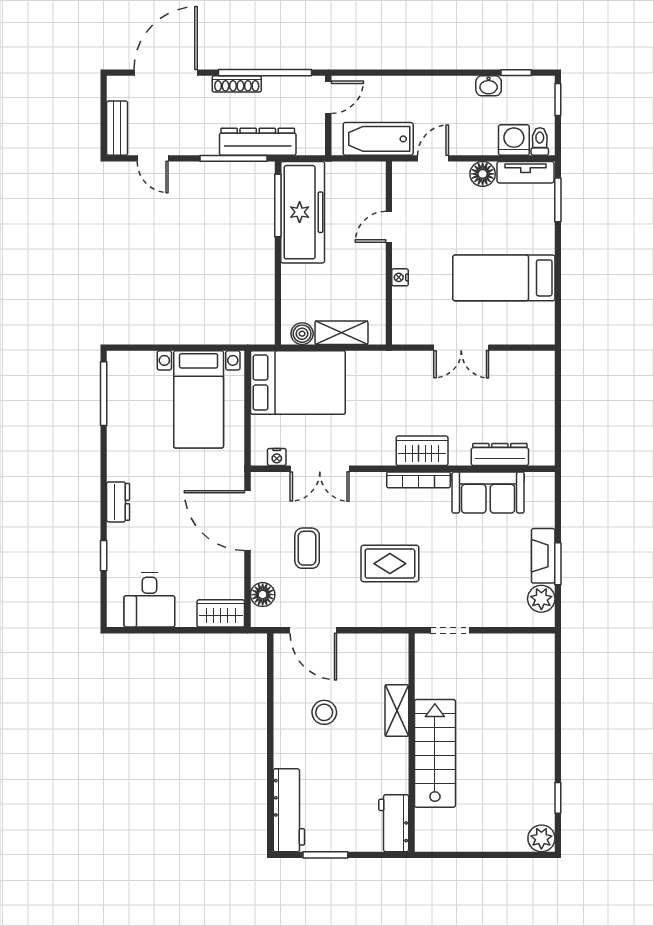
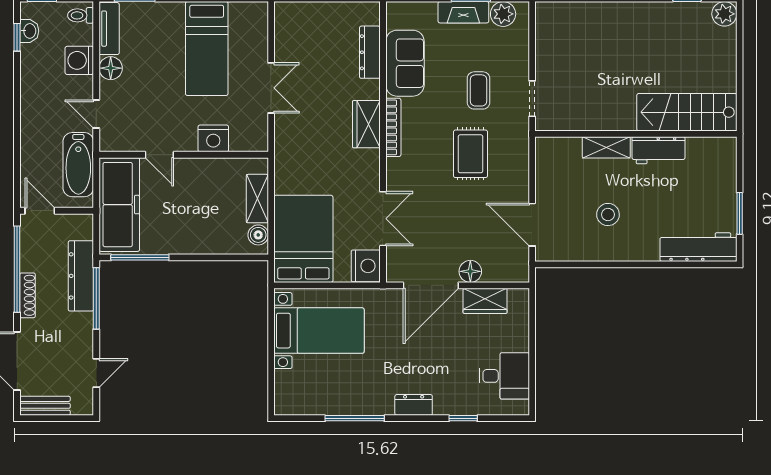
washbasin: (489, 86) -> (29, 31), moved
bench: (117, 128) -> (45, 406), moved
washing machine: (514, 140) -> (79, 60), moved
freezer: (303, 212) -> (119, 205), moved, turned 90
nightstand: (400, 277) -> (213, 138), width x1.89, depth x1.79
window: (104, 394) -> (355, 418), moved
nightstand: (277, 457) -> (366, 266), width x1.89, depth x1.79
coffee table: (307, 548) -> (479, 90), moved, turned 90
floor lamp: (263, 595) -> (470, 271), moved
wardrobe: (221, 613) -> (485, 301), moved, turned -90
door: (313, 630) -> (532, 225), swing flipped
stairs: (435, 753) -> (687, 112), moved
workbench: (394, 823) -> (659, 150), moved

